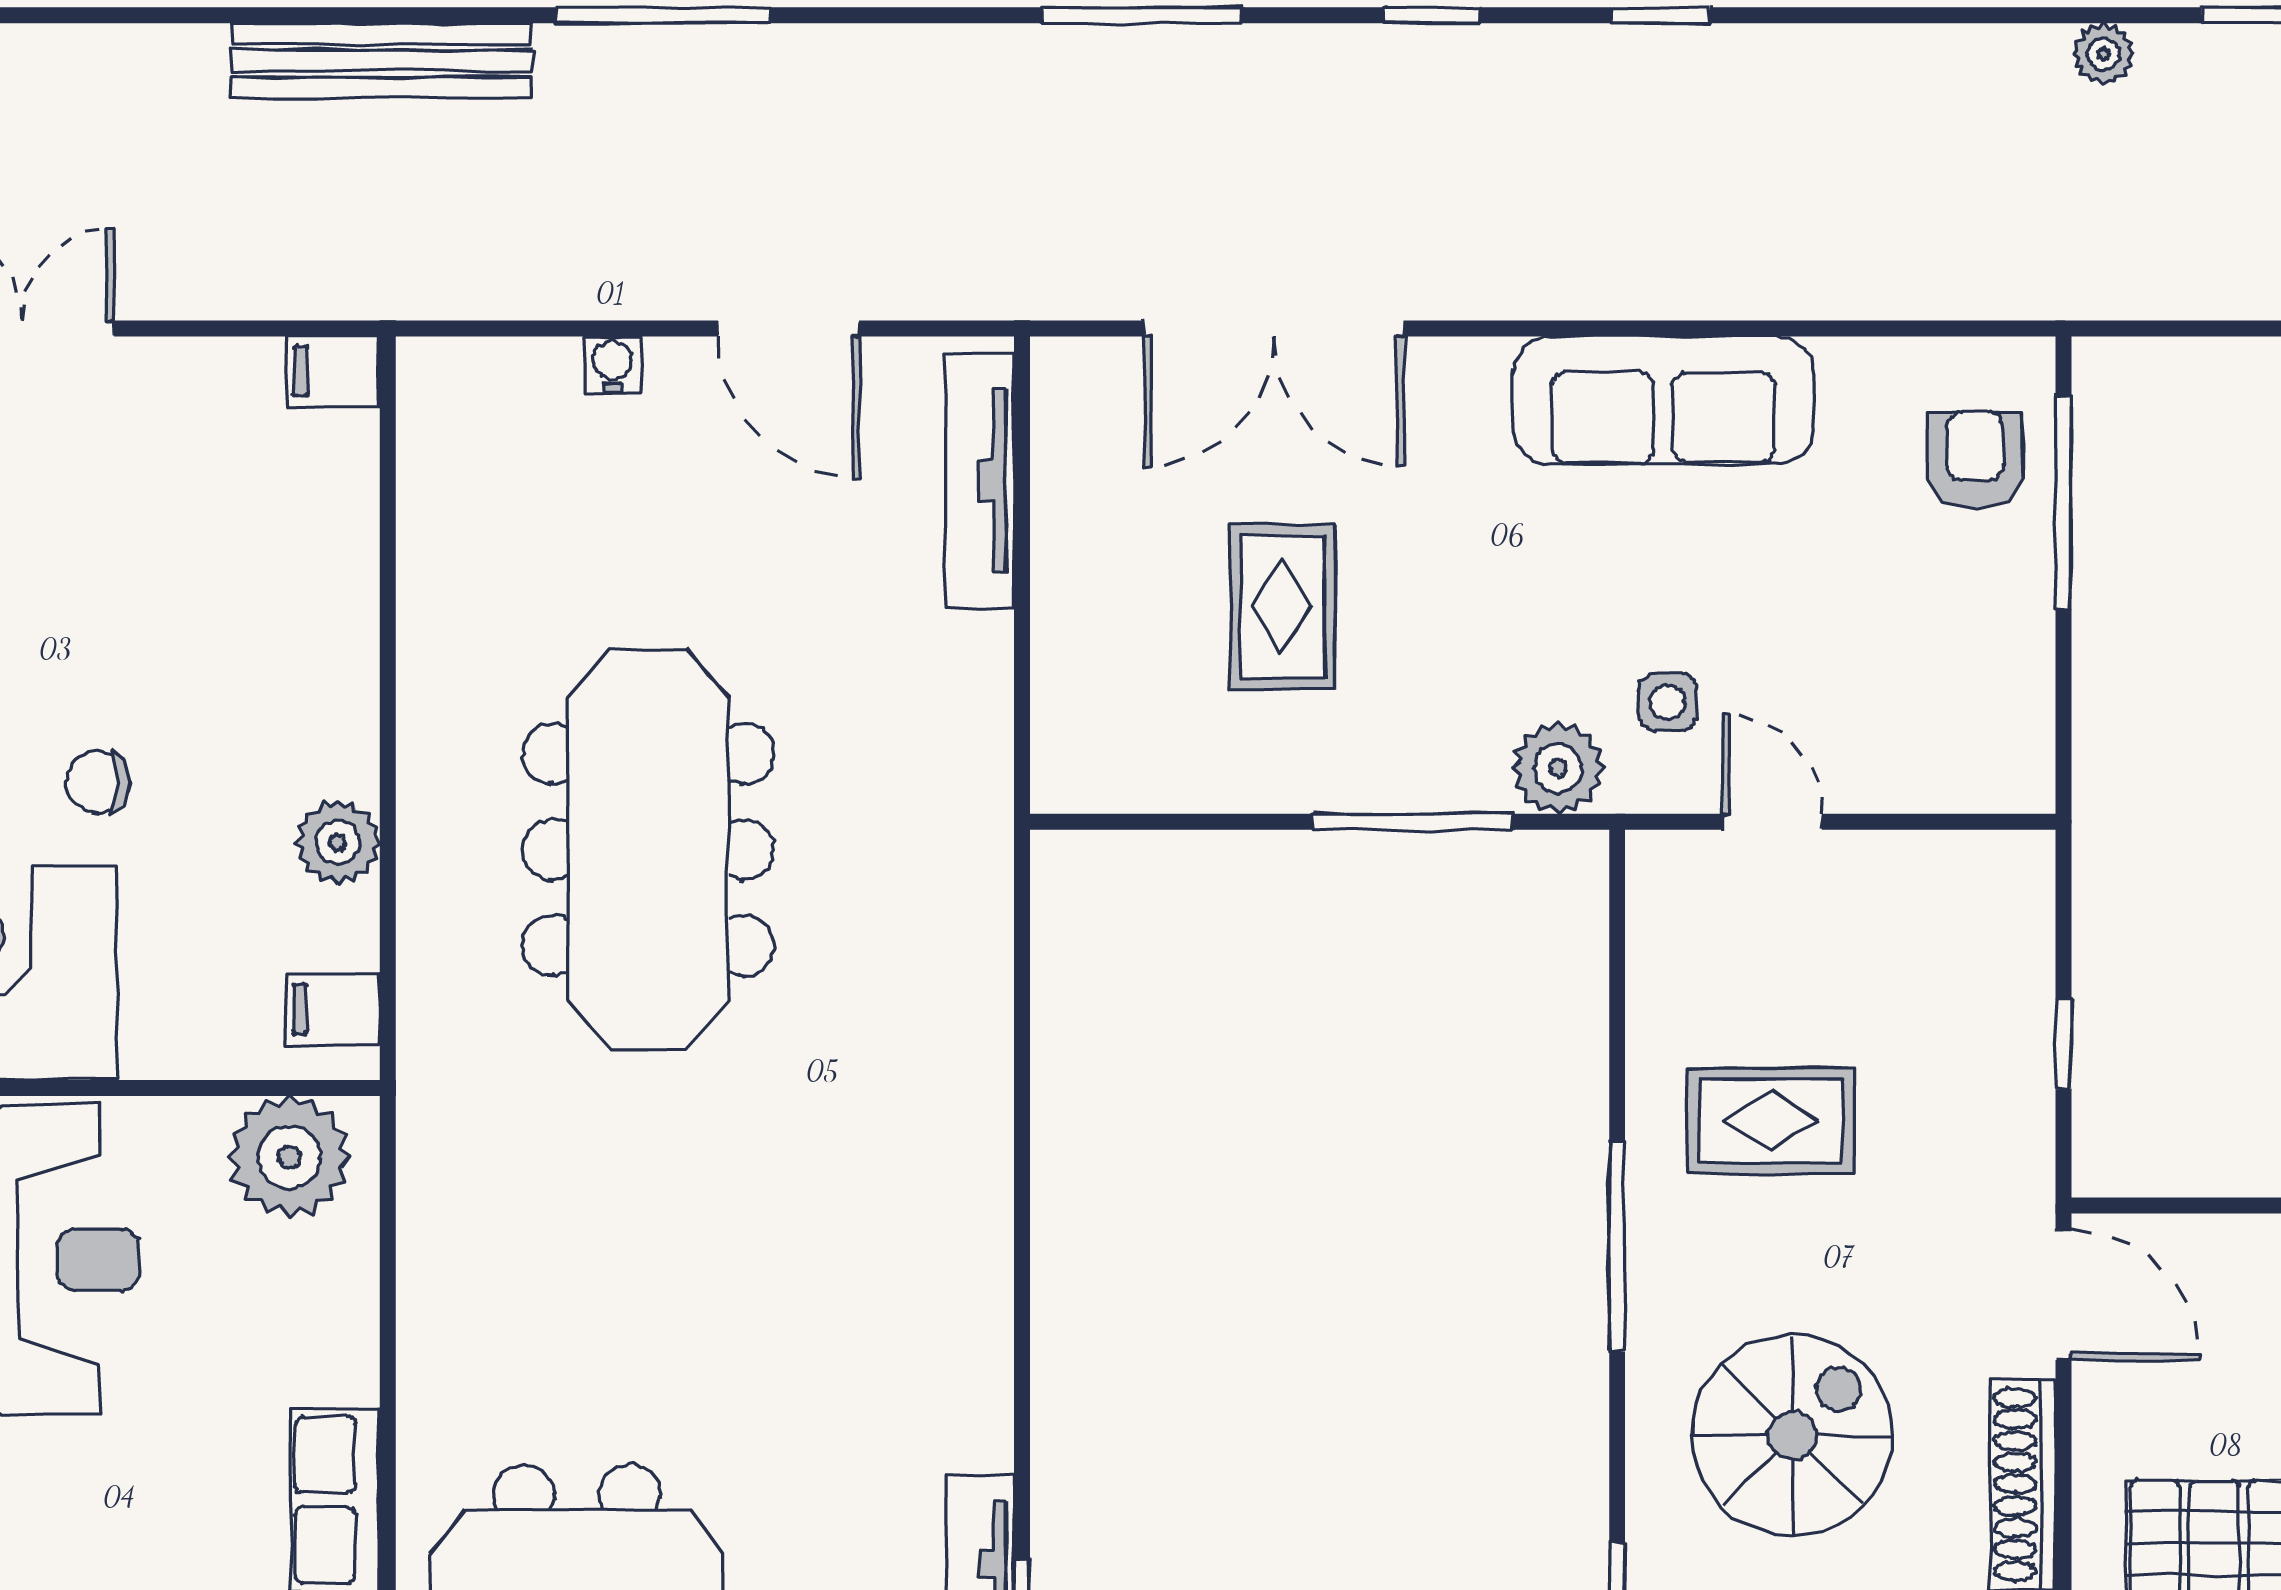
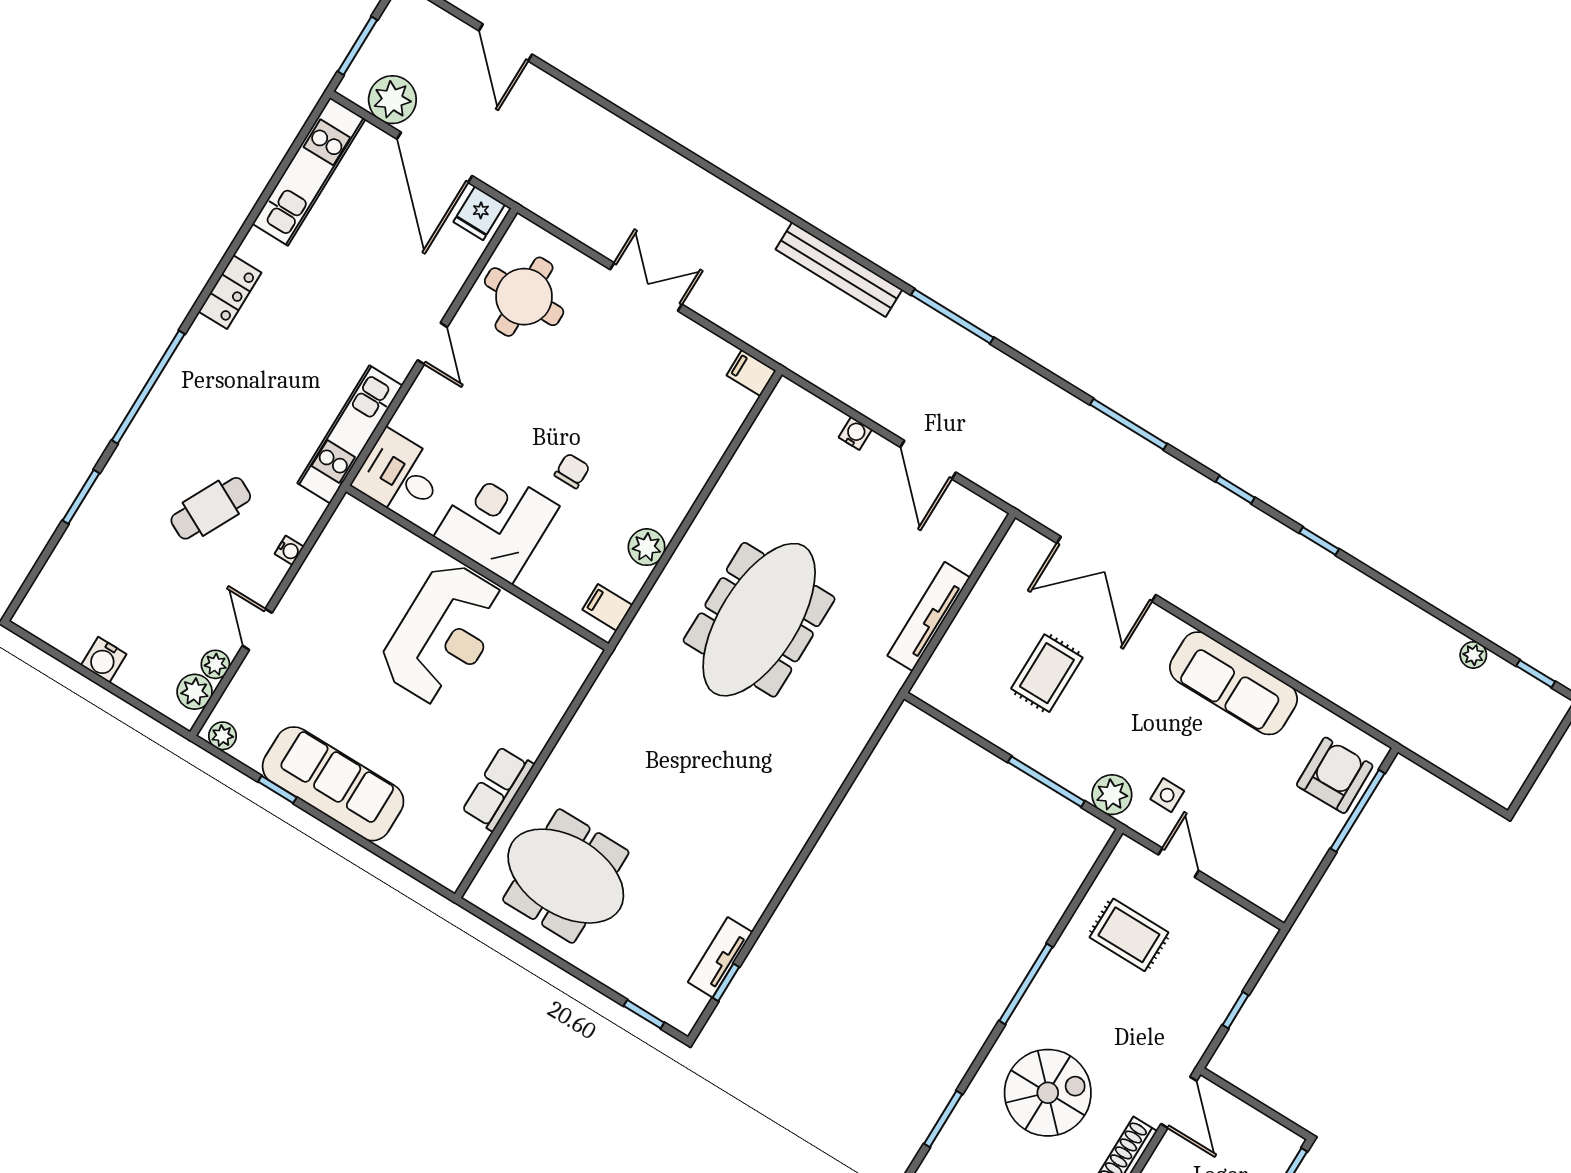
armchair: (1975, 460) -> (1335, 775), width x1.38, depth x1.38
tv unit: (980, 481) -> (929, 616), moved
chair: (98, 782) -> (572, 471), turned 90
rug: (1771, 1121) -> (1129, 935), moved
plant: (289, 1157) -> (558, 652), removed

